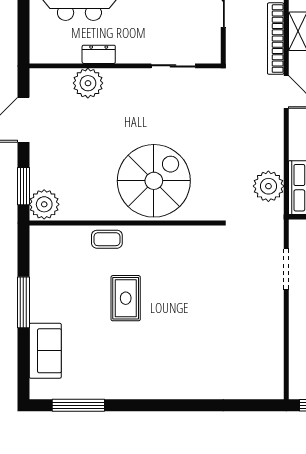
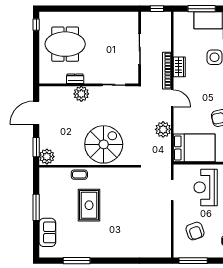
plant: (88, 83) -> (81, 94), moved
plant: (268, 186) -> (163, 129), moved
rug: (126, 298) -> (89, 205), width x1.36, depth x1.43
window: (78, 405) -> (77, 261), moved

